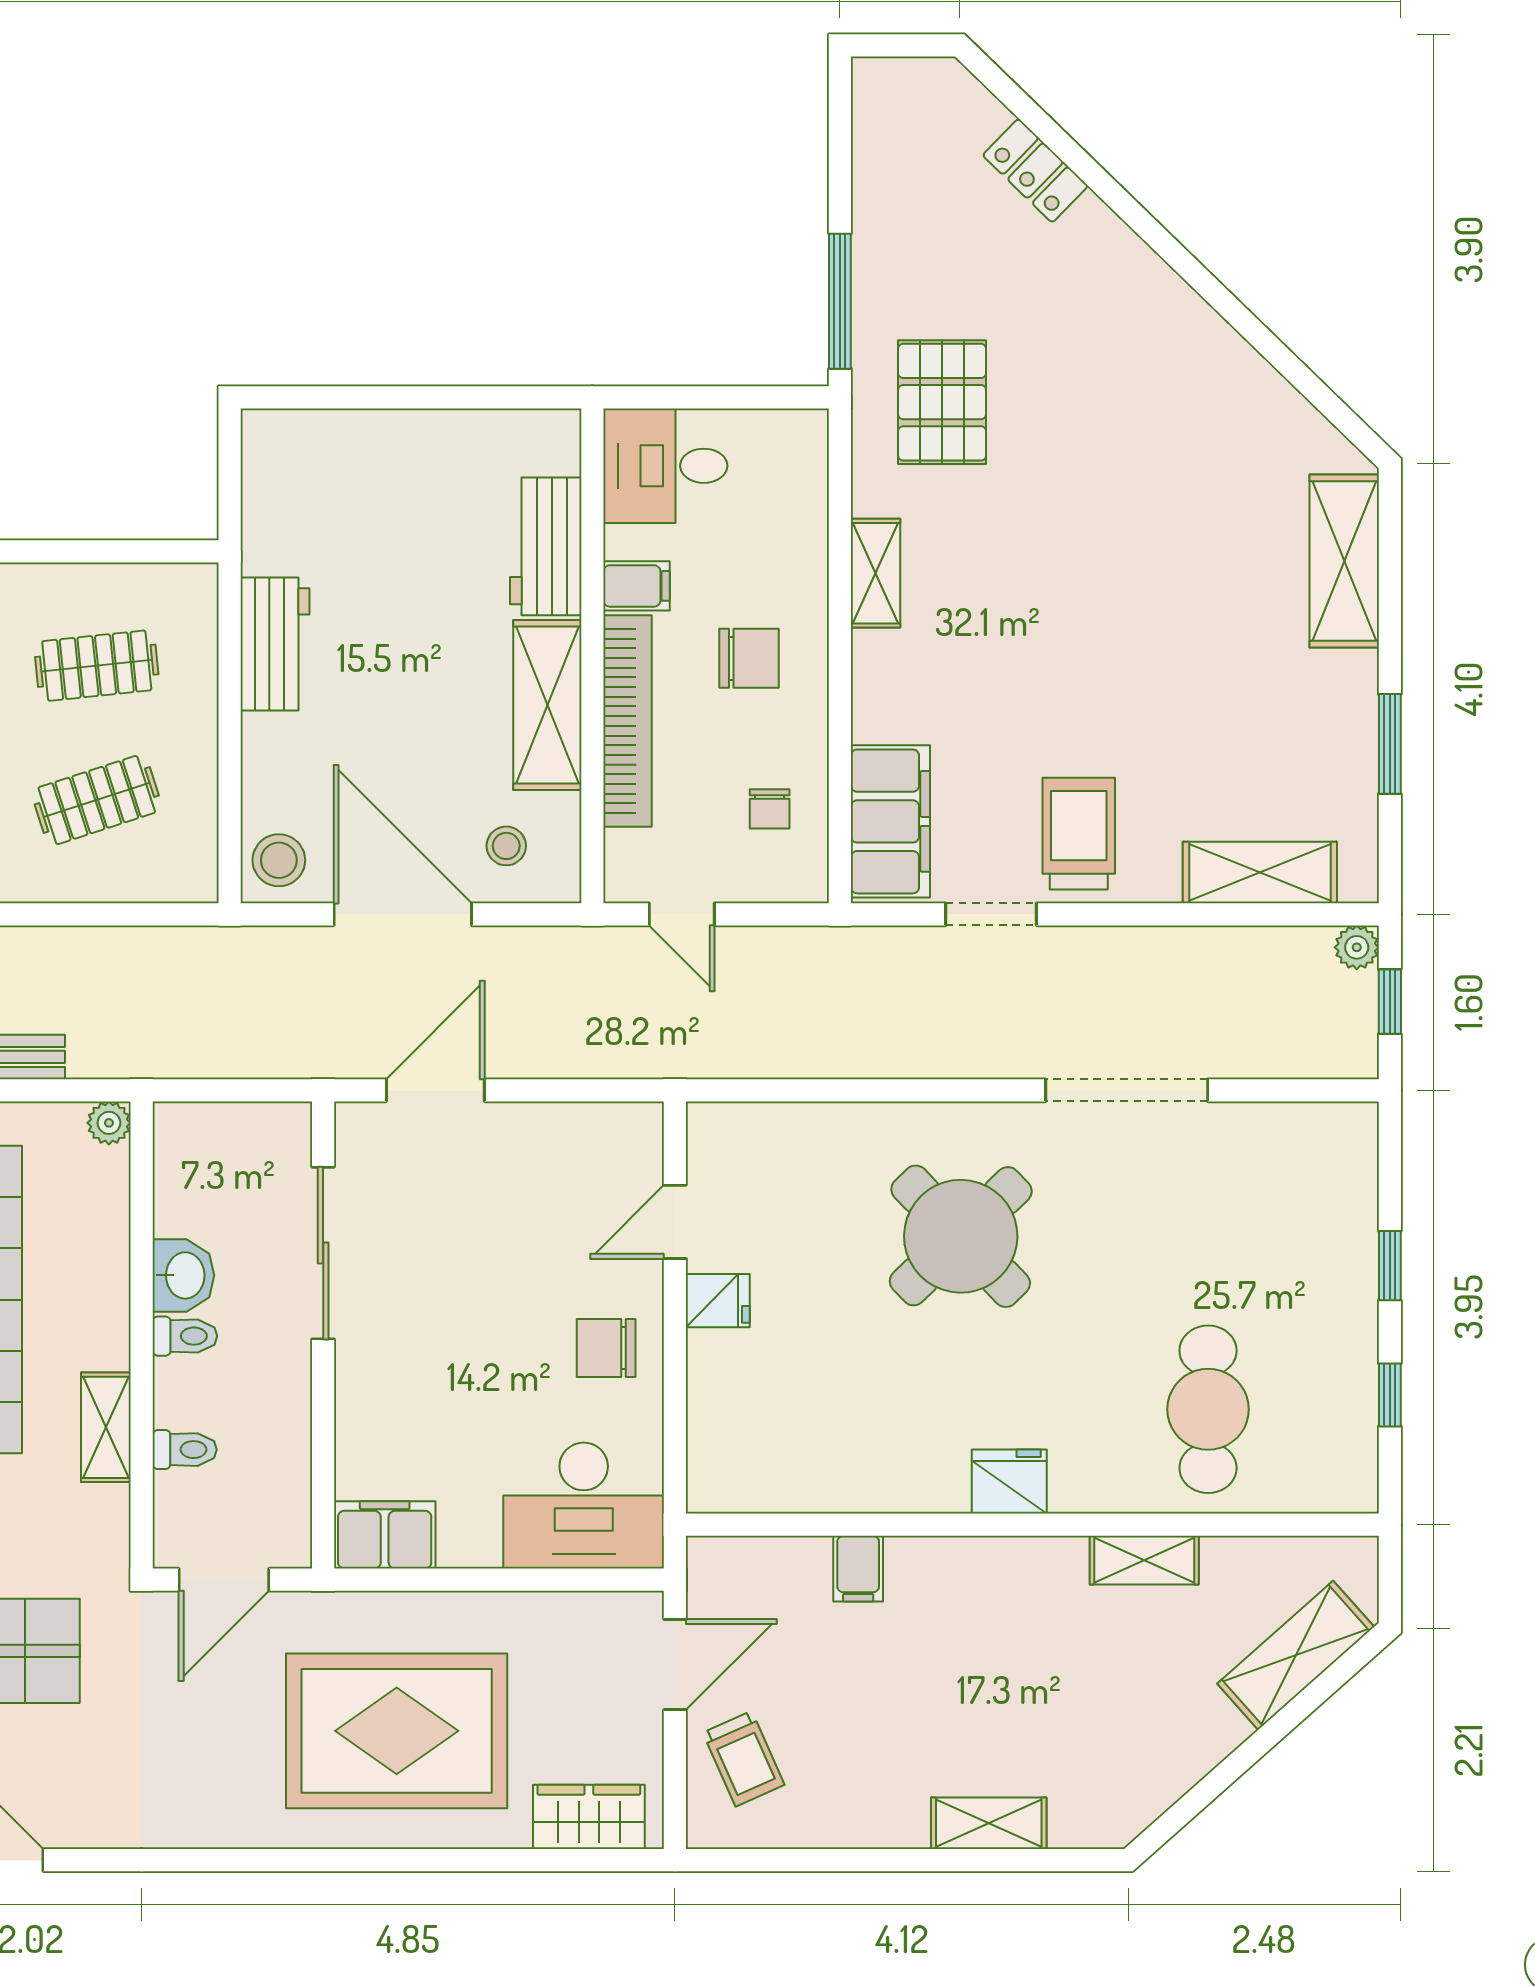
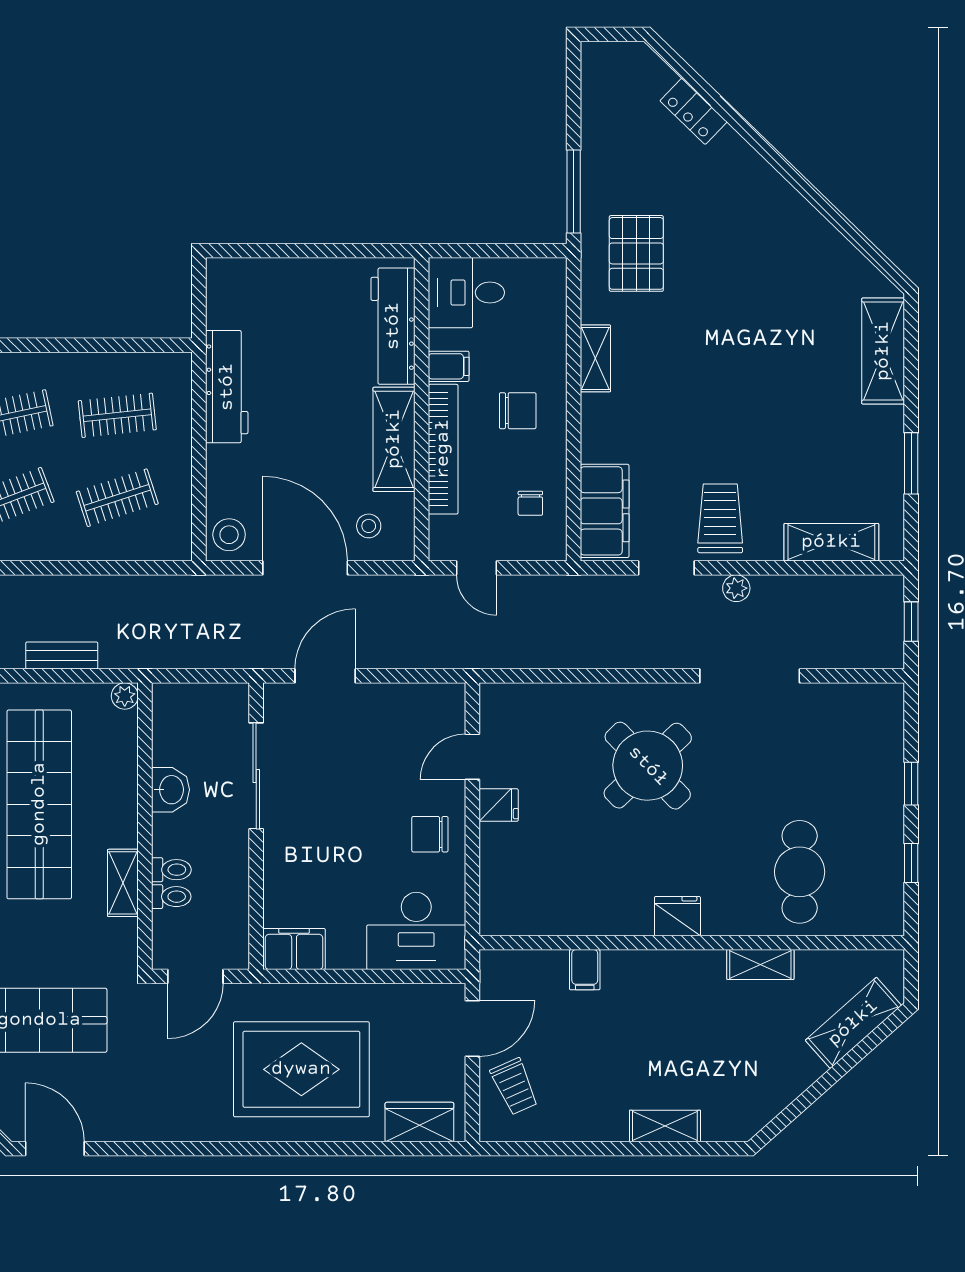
workbench: (546, 546) -> (393, 326), width x1.38
workbench: (275, 644) -> (227, 387), width x1.38
plant: (1357, 947) -> (736, 588), moved
toilet: (185, 1336) -> (171, 870), moved

